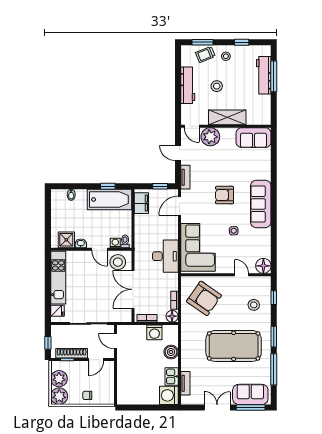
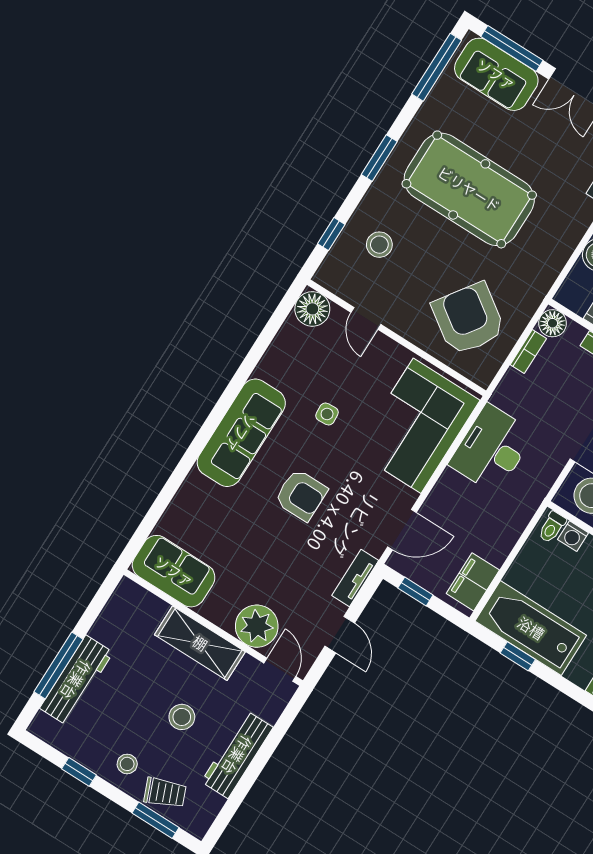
window: (274, 369) -> (437, 67), moved

